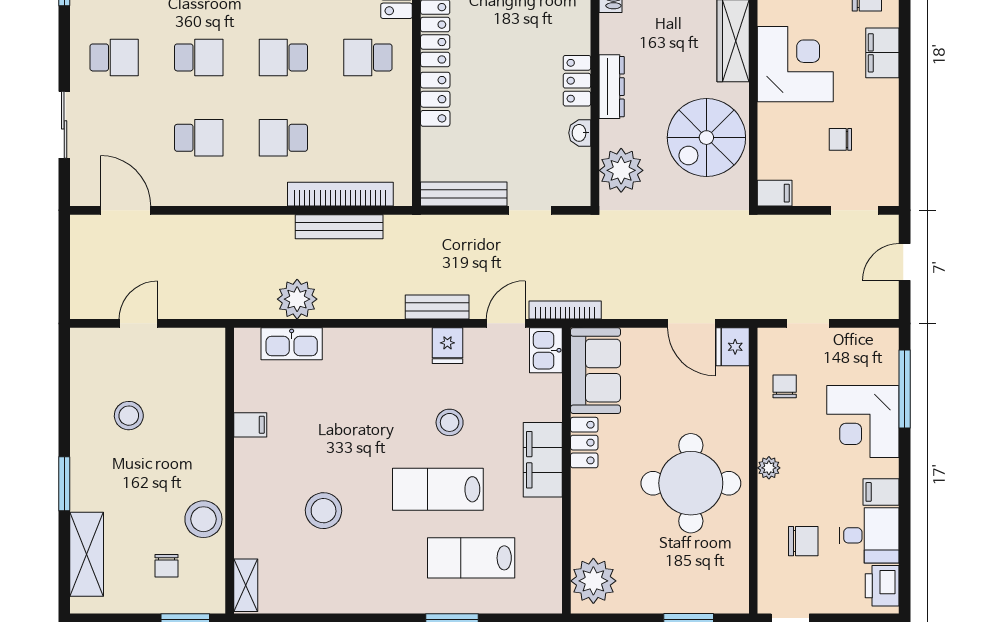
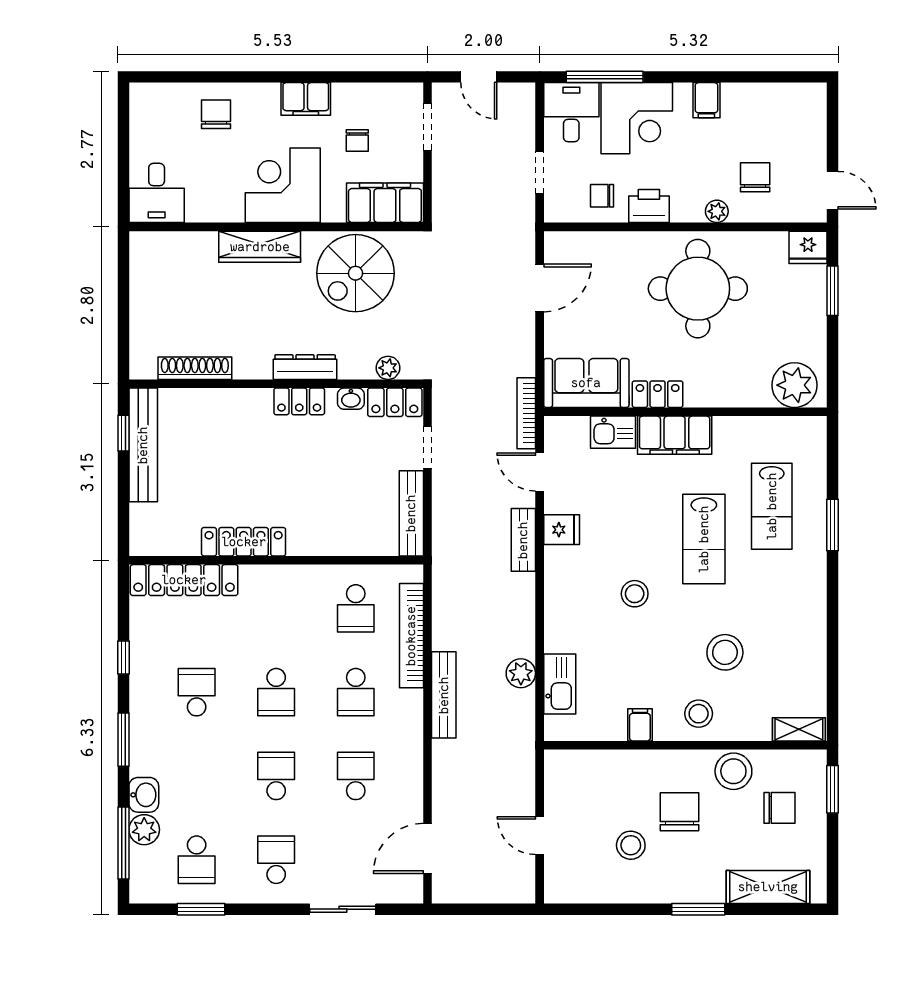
filing cabinet: (882, 53) -> (306, 99), moved
school desk: (368, 57) -> (356, 608), moved
locker: (435, 99) -> (395, 402), moved, turned 180
spiral stairs: (706, 138) -> (355, 273), turned 90
plant: (621, 170) -> (388, 368), width x0.53, depth x0.53
filing cabinet: (775, 193) -> (385, 203), width x3.00, depth x1.17
bench: (339, 227) -> (444, 695), moved
plant: (297, 299) -> (521, 673), width x0.73, depth x0.73
fridge: (733, 347) -> (808, 247), moved
kitchen sink: (546, 350) -> (613, 432), moved
stool: (450, 422) -> (635, 594), moved
chair: (163, 465) -> (679, 812), added
plant: (769, 468) -> (717, 211), moved
stool: (262, 484) -> (699, 714), added
desk: (869, 535) -> (571, 112), moved
chair: (167, 566) -> (779, 808), width x1.37, depth x1.37
printer: (882, 586) -> (649, 206), moved, turned 180

